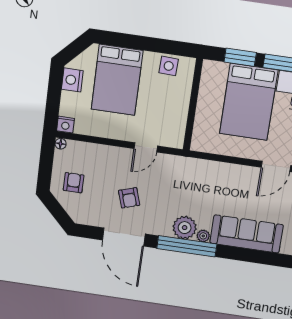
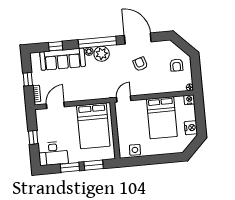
bed: (117, 80) -> (162, 118), moved, turned 180
bed: (249, 102) -> (93, 126), moved, turned 180
door: (146, 147) -> (124, 99), moved
window: (252, 256) -> (56, 46), added

